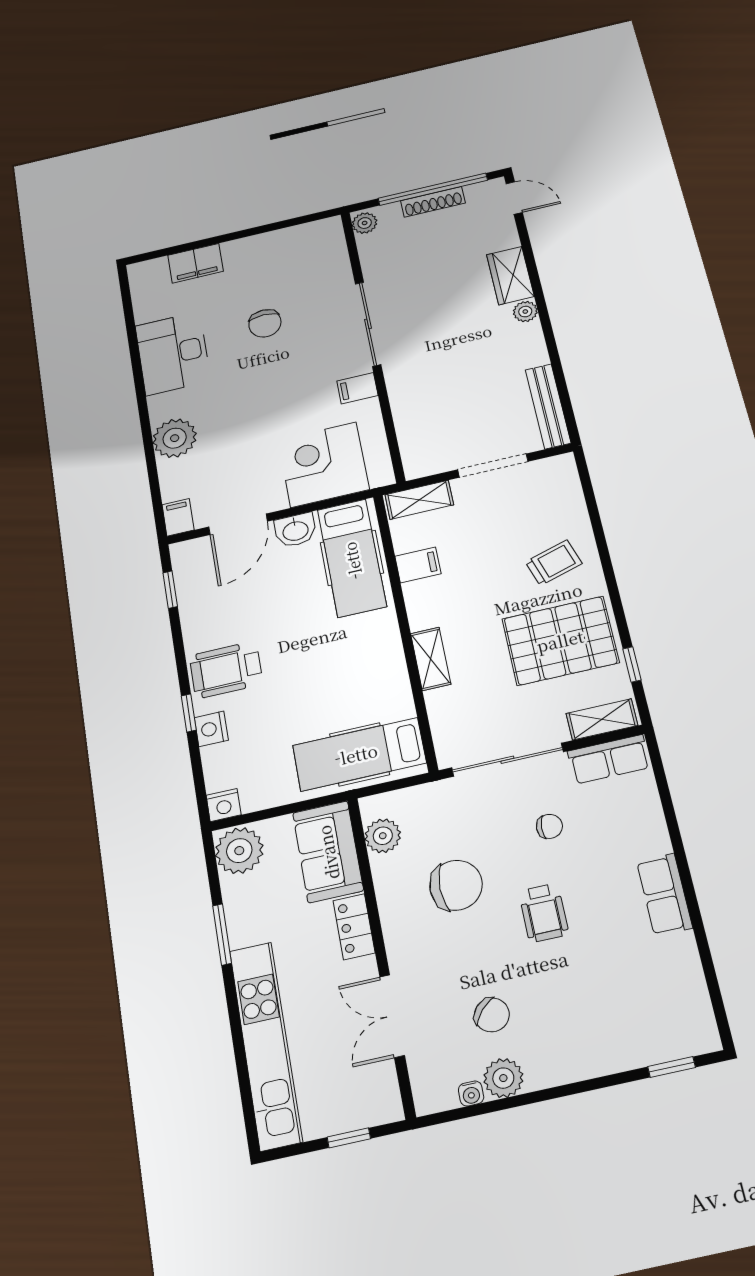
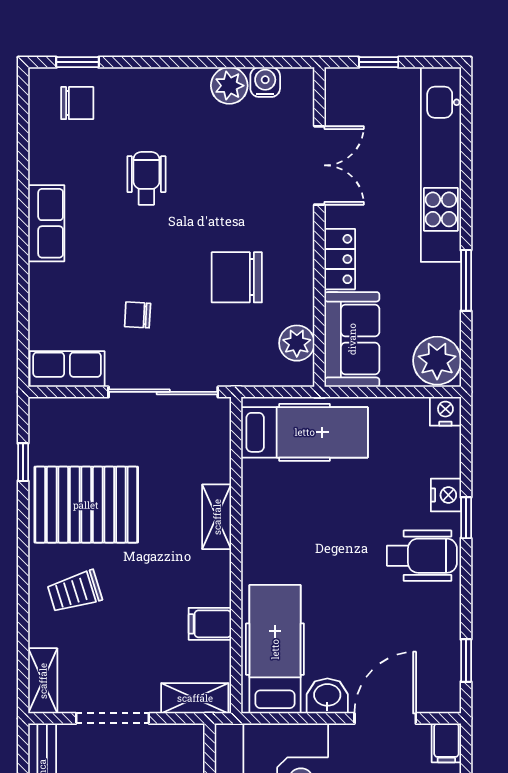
shelving: (602, 719) -> (43, 681), moved, turned 90
wheelchair: (544, 913) -> (146, 178), moved
chair: (492, 1015) -> (77, 103), moved, turned 138
water cooler: (471, 1094) -> (265, 82), width x1.38, depth x1.38

